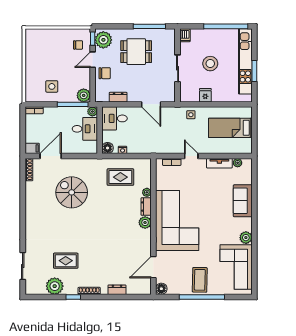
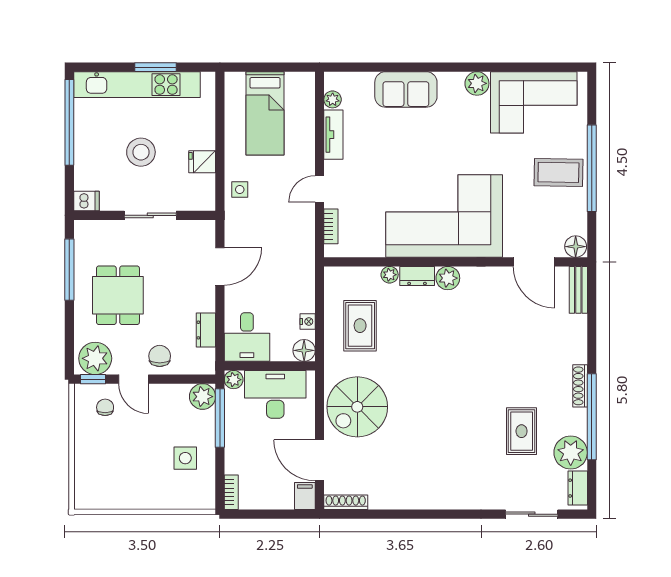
desk: (85, 129) -> (275, 394), width x1.37
spiral stairs: (72, 192) -> (357, 407), moved
dresser: (117, 290) -> (578, 488), moved
bench: (139, 290) -> (578, 290), added
window: (73, 297) -> (592, 417), width x3.17

